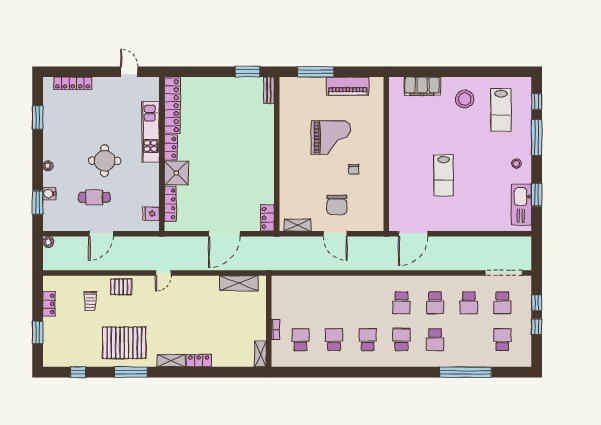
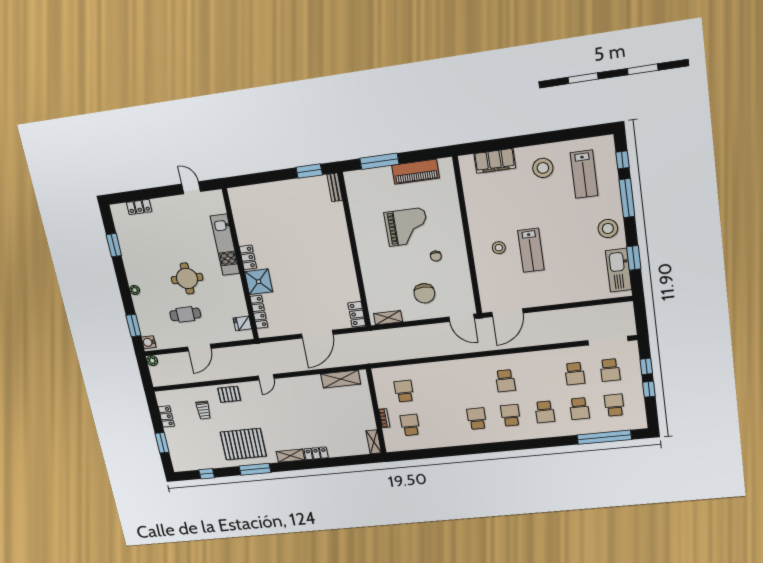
locker: (73, 83) -> (139, 207), width x0.66
locker: (172, 106) -> (241, 216), removed
stool: (516, 164) -> (608, 228), width x1.89, depth x1.89
stool: (414, 169) -> (499, 248), added
water cooler: (49, 194) -> (149, 342), moved
door: (335, 234) -> (462, 318), moved
school desk: (435, 303) -> (579, 409), moved
school desk: (334, 340) -> (404, 391), moved
window: (466, 372) -> (604, 437), moved

